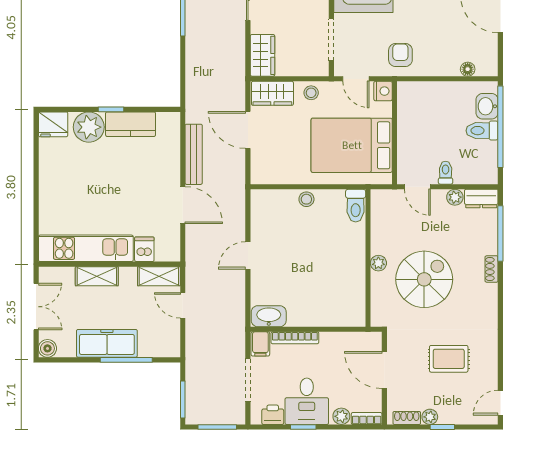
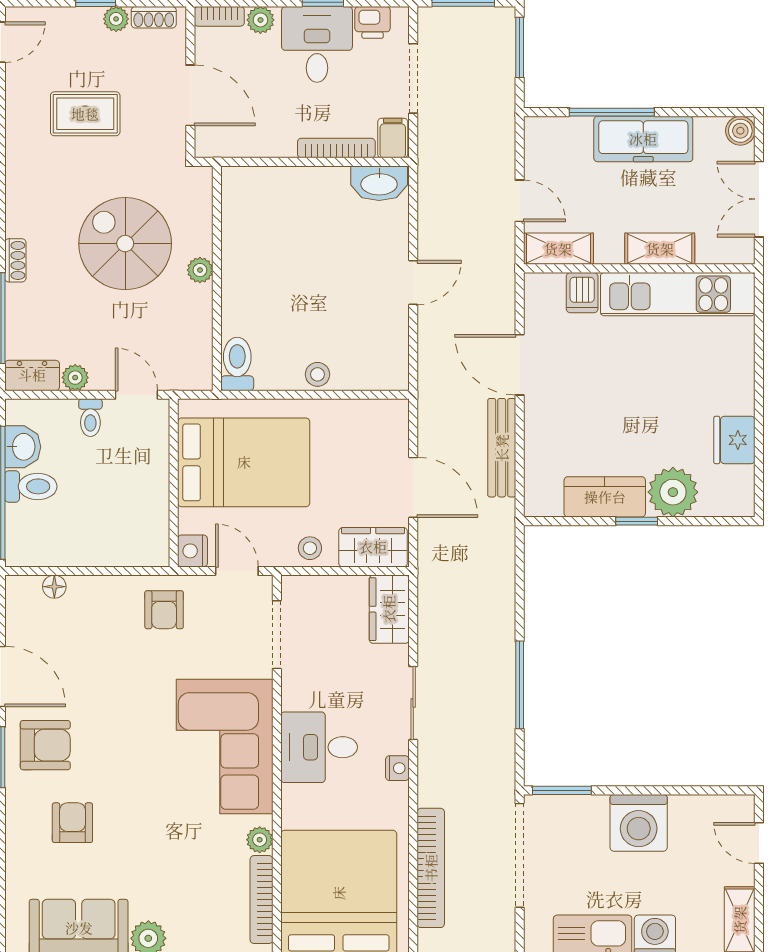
washbasin: (487, 106) -> (23, 447), moved
fridge: (53, 124) -> (734, 440), moved, turned -90
spiral stairs: (424, 279) -> (125, 244), turned 90

